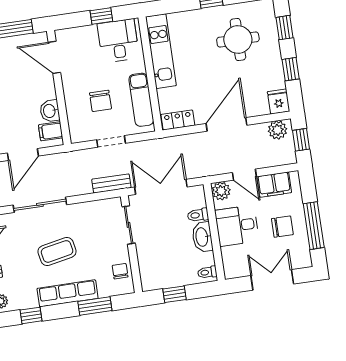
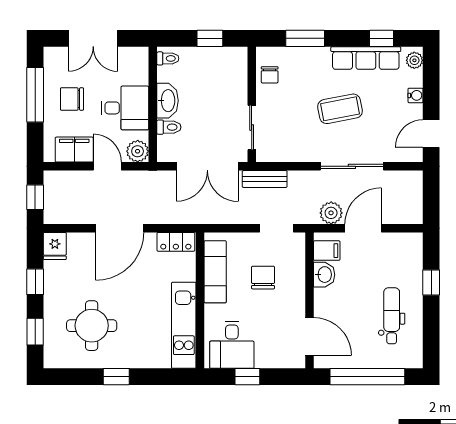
plant: (278, 130) -> (331, 213), moved
doorway: (111, 141) -> (276, 228), moved
row of seats: (68, 293) -> (366, 58), moved

